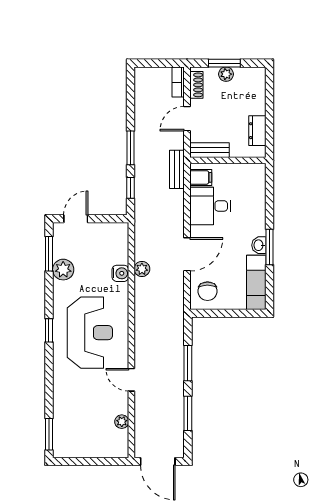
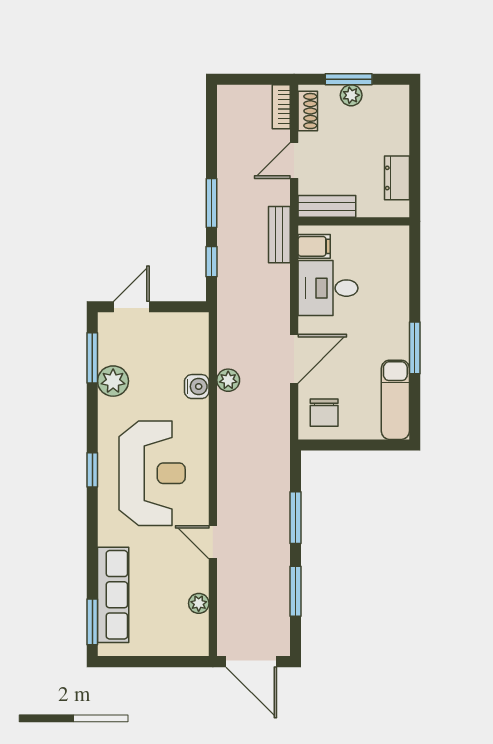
washbasin: (259, 245) -> (399, 345), removed
row of seats: (63, 416) -> (113, 595), added

